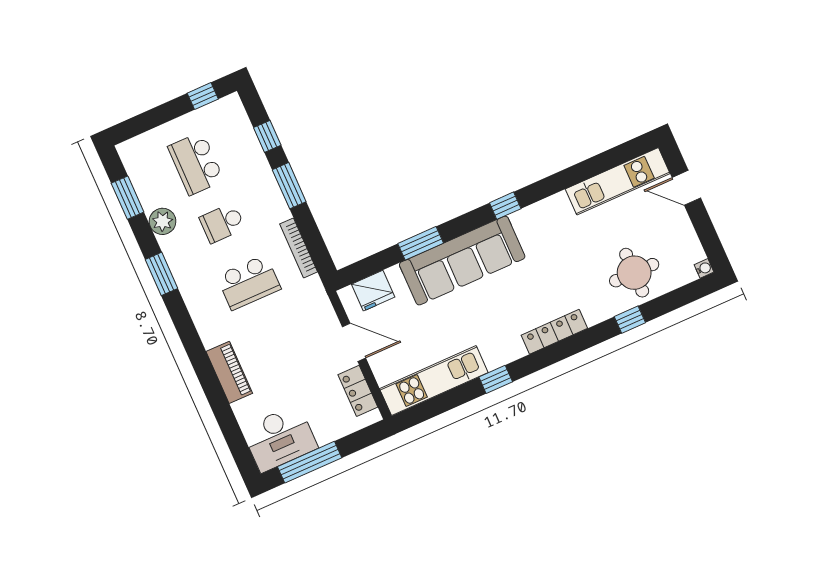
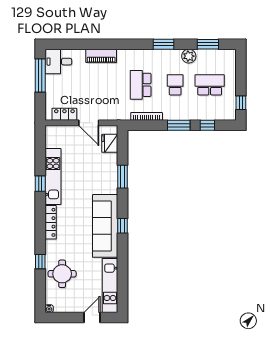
sofa: (462, 261) -> (105, 226), moved
door: (354, 342) -> (89, 123), hinge flipped
kitchen unit: (434, 381) -> (53, 176), moved
desk: (280, 438) -> (58, 62), width x0.73

